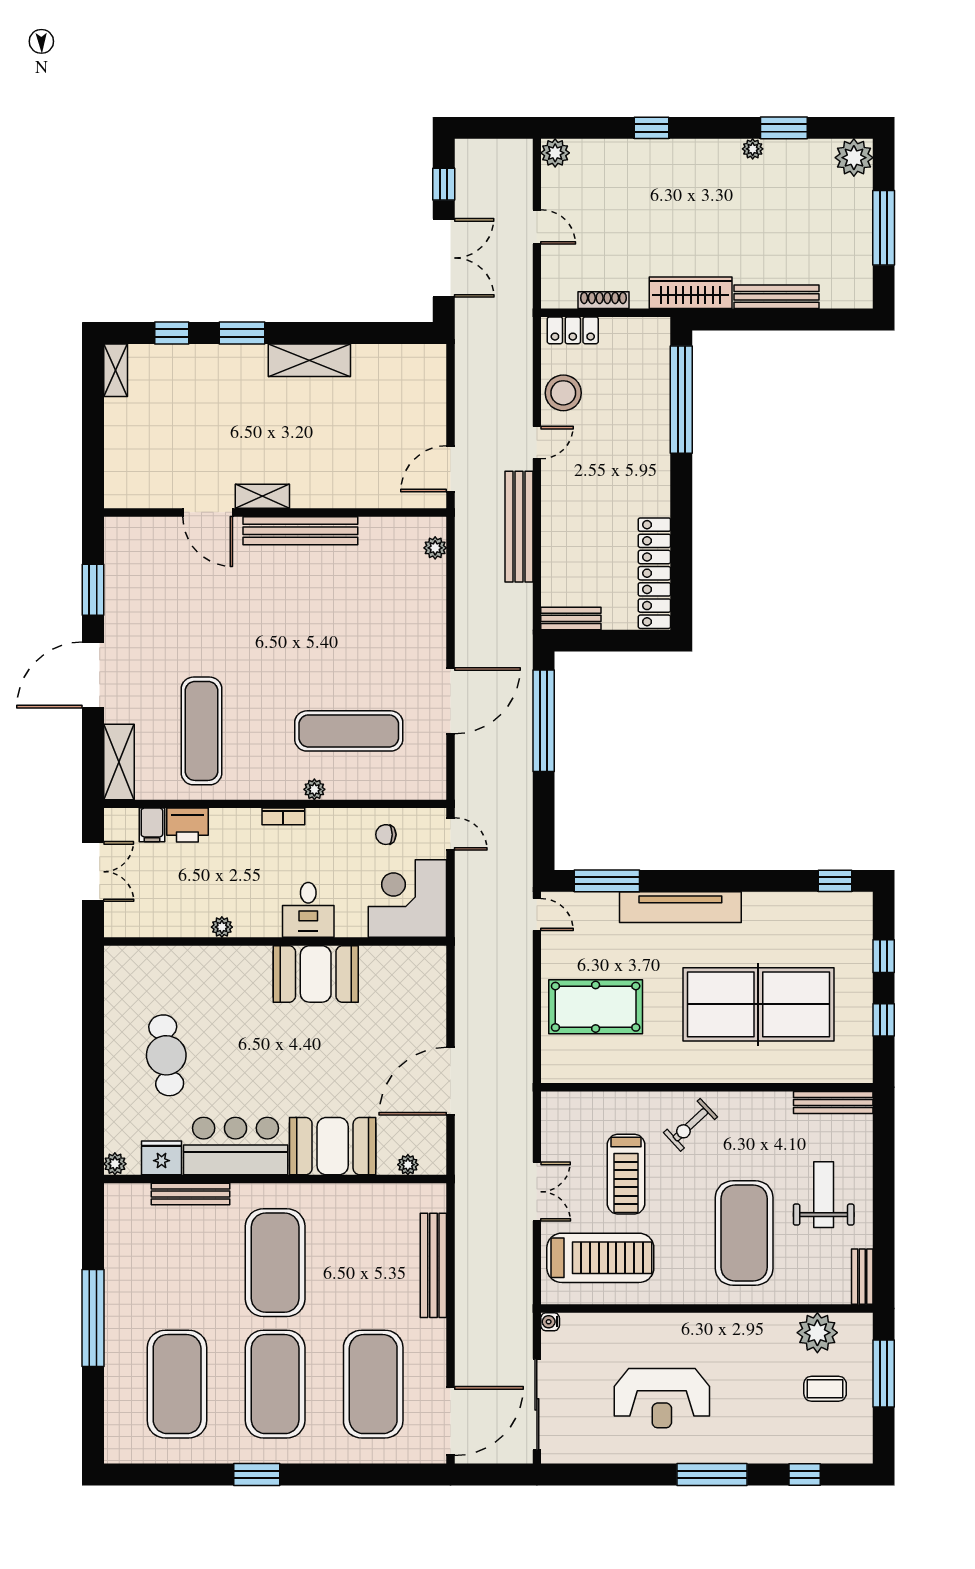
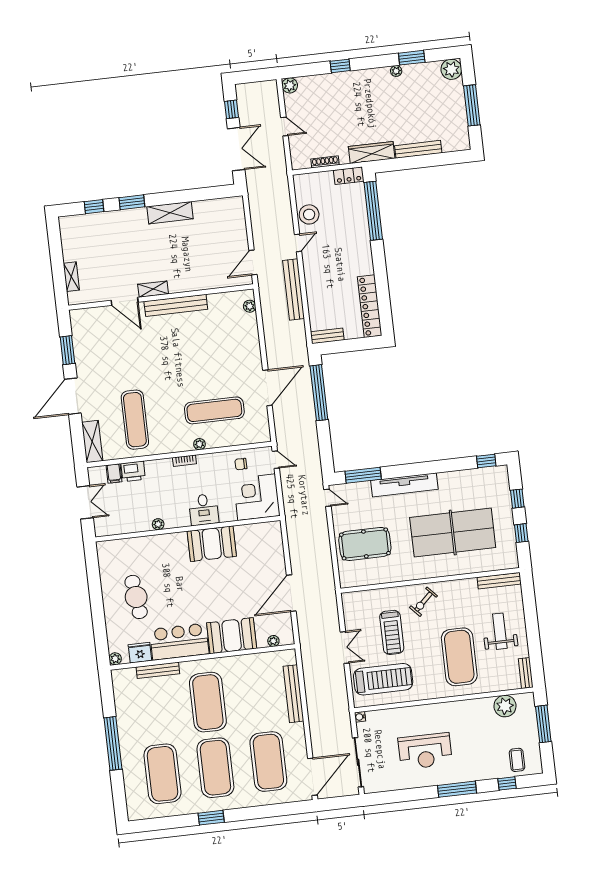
locker: (573, 330) -> (349, 176), moved
shelving: (116, 370) -> (71, 277), moved
coffee table: (825, 1389) -> (517, 760), moved, turned 90

